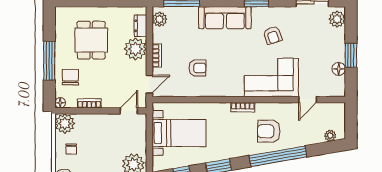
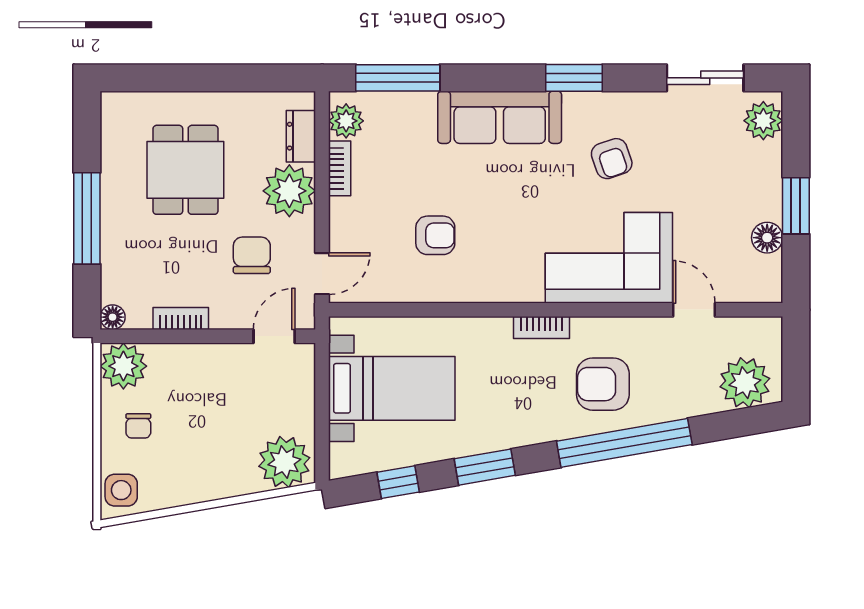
bookcase: (157, 56) -> (340, 168), moved
chair: (70, 77) -> (252, 255), moved
door: (308, 100) -> (694, 310), swing flipped
plant: (330, 136) -> (745, 383), width x1.88, depth x1.88

